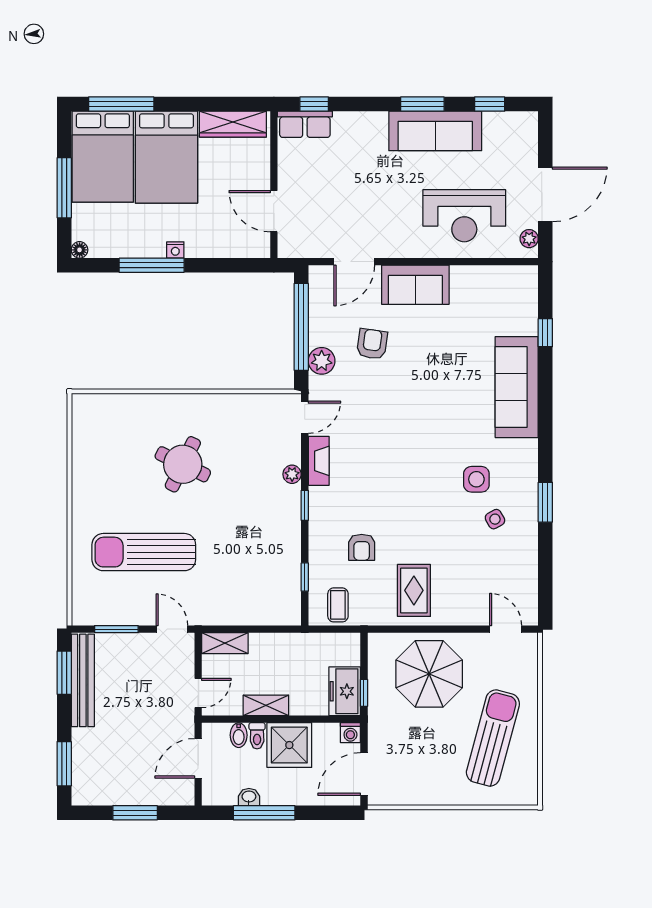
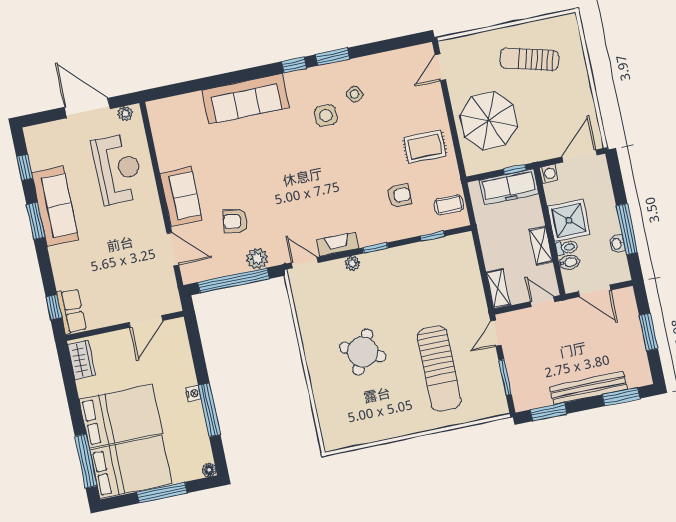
wardrobe: (233, 124) -> (81, 360), width x0.67
window: (545, 333) -> (294, 65), moved
bench: (83, 680) -> (588, 388), moved
freezer: (345, 691) -> (509, 187), width x1.40
sun lounger: (493, 738) -> (529, 59), width x0.73, depth x0.75
door: (364, 774) -> (579, 156), swing flipped

